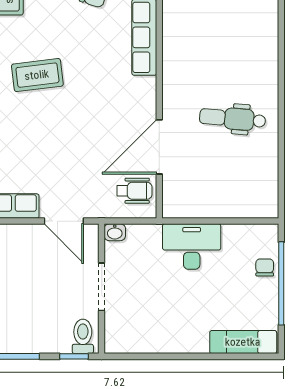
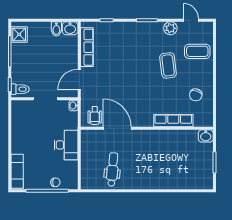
coffee table: (37, 75) -> (168, 65), moved
dental chair: (233, 119) -> (112, 169), moved

